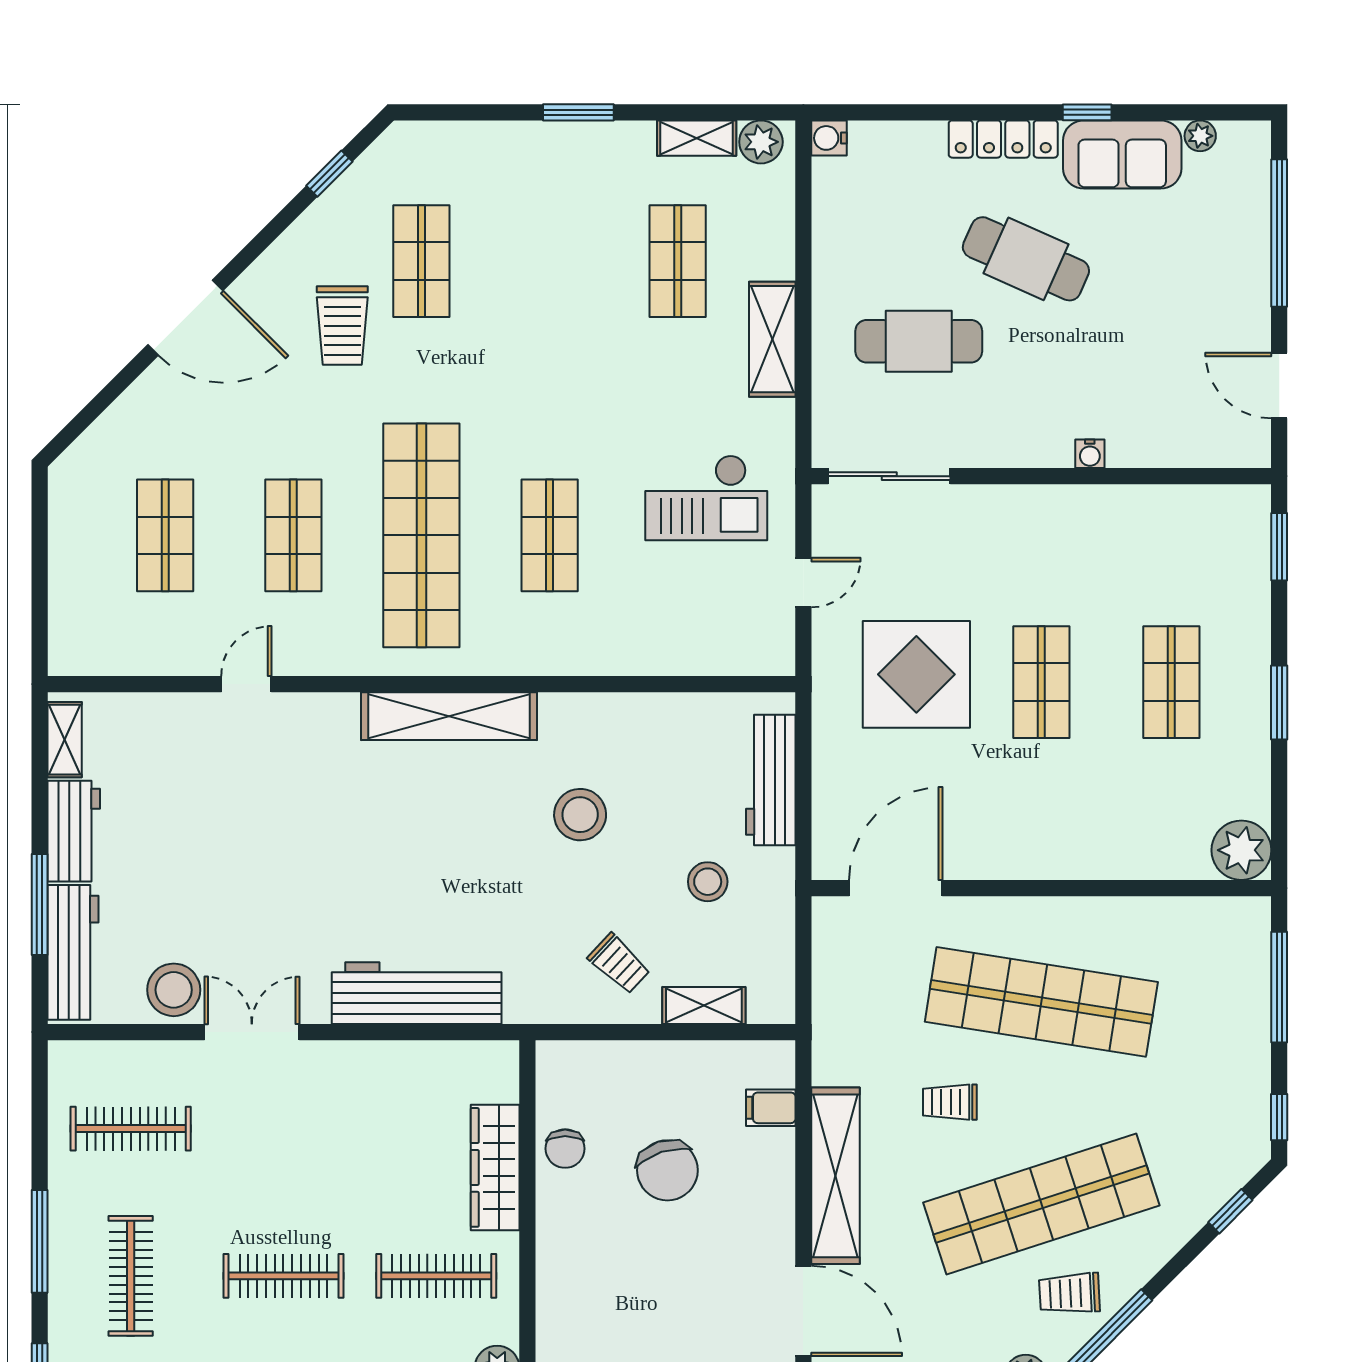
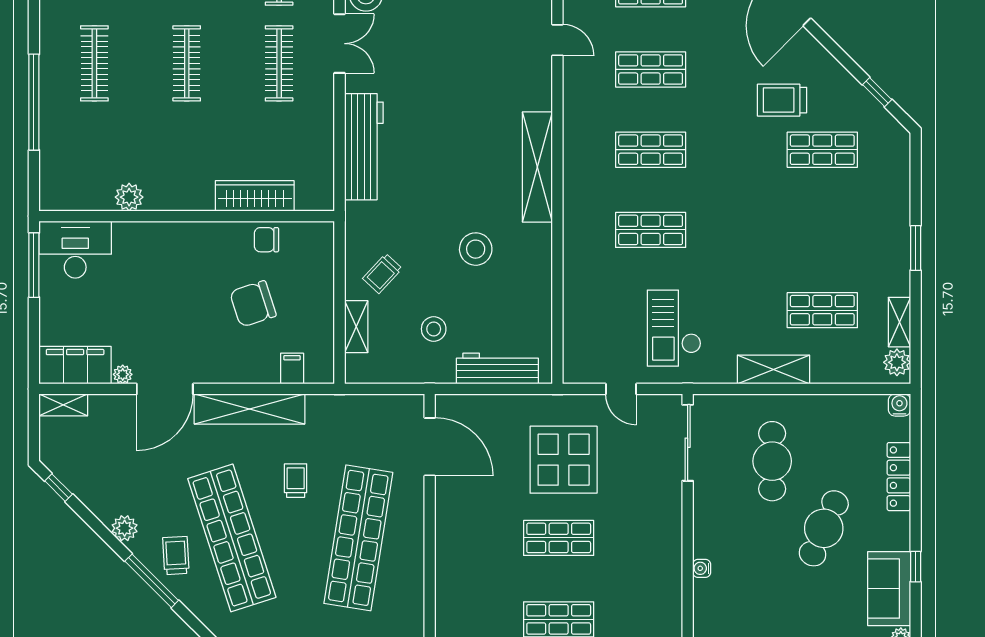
locker: (1003, 139) -> (899, 477), moved
shop shelf: (421, 535) -> (651, 150), width x0.50, depth x0.74
clothes rail: (436, 1276) -> (279, 63), moved

